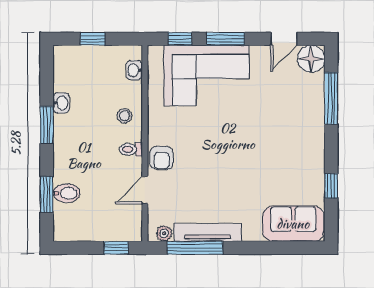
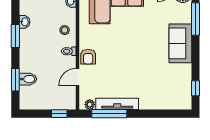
window: (331, 186) -> (196, 88), moved
sofa: (293, 224) -> (180, 43), moved, turned -90

